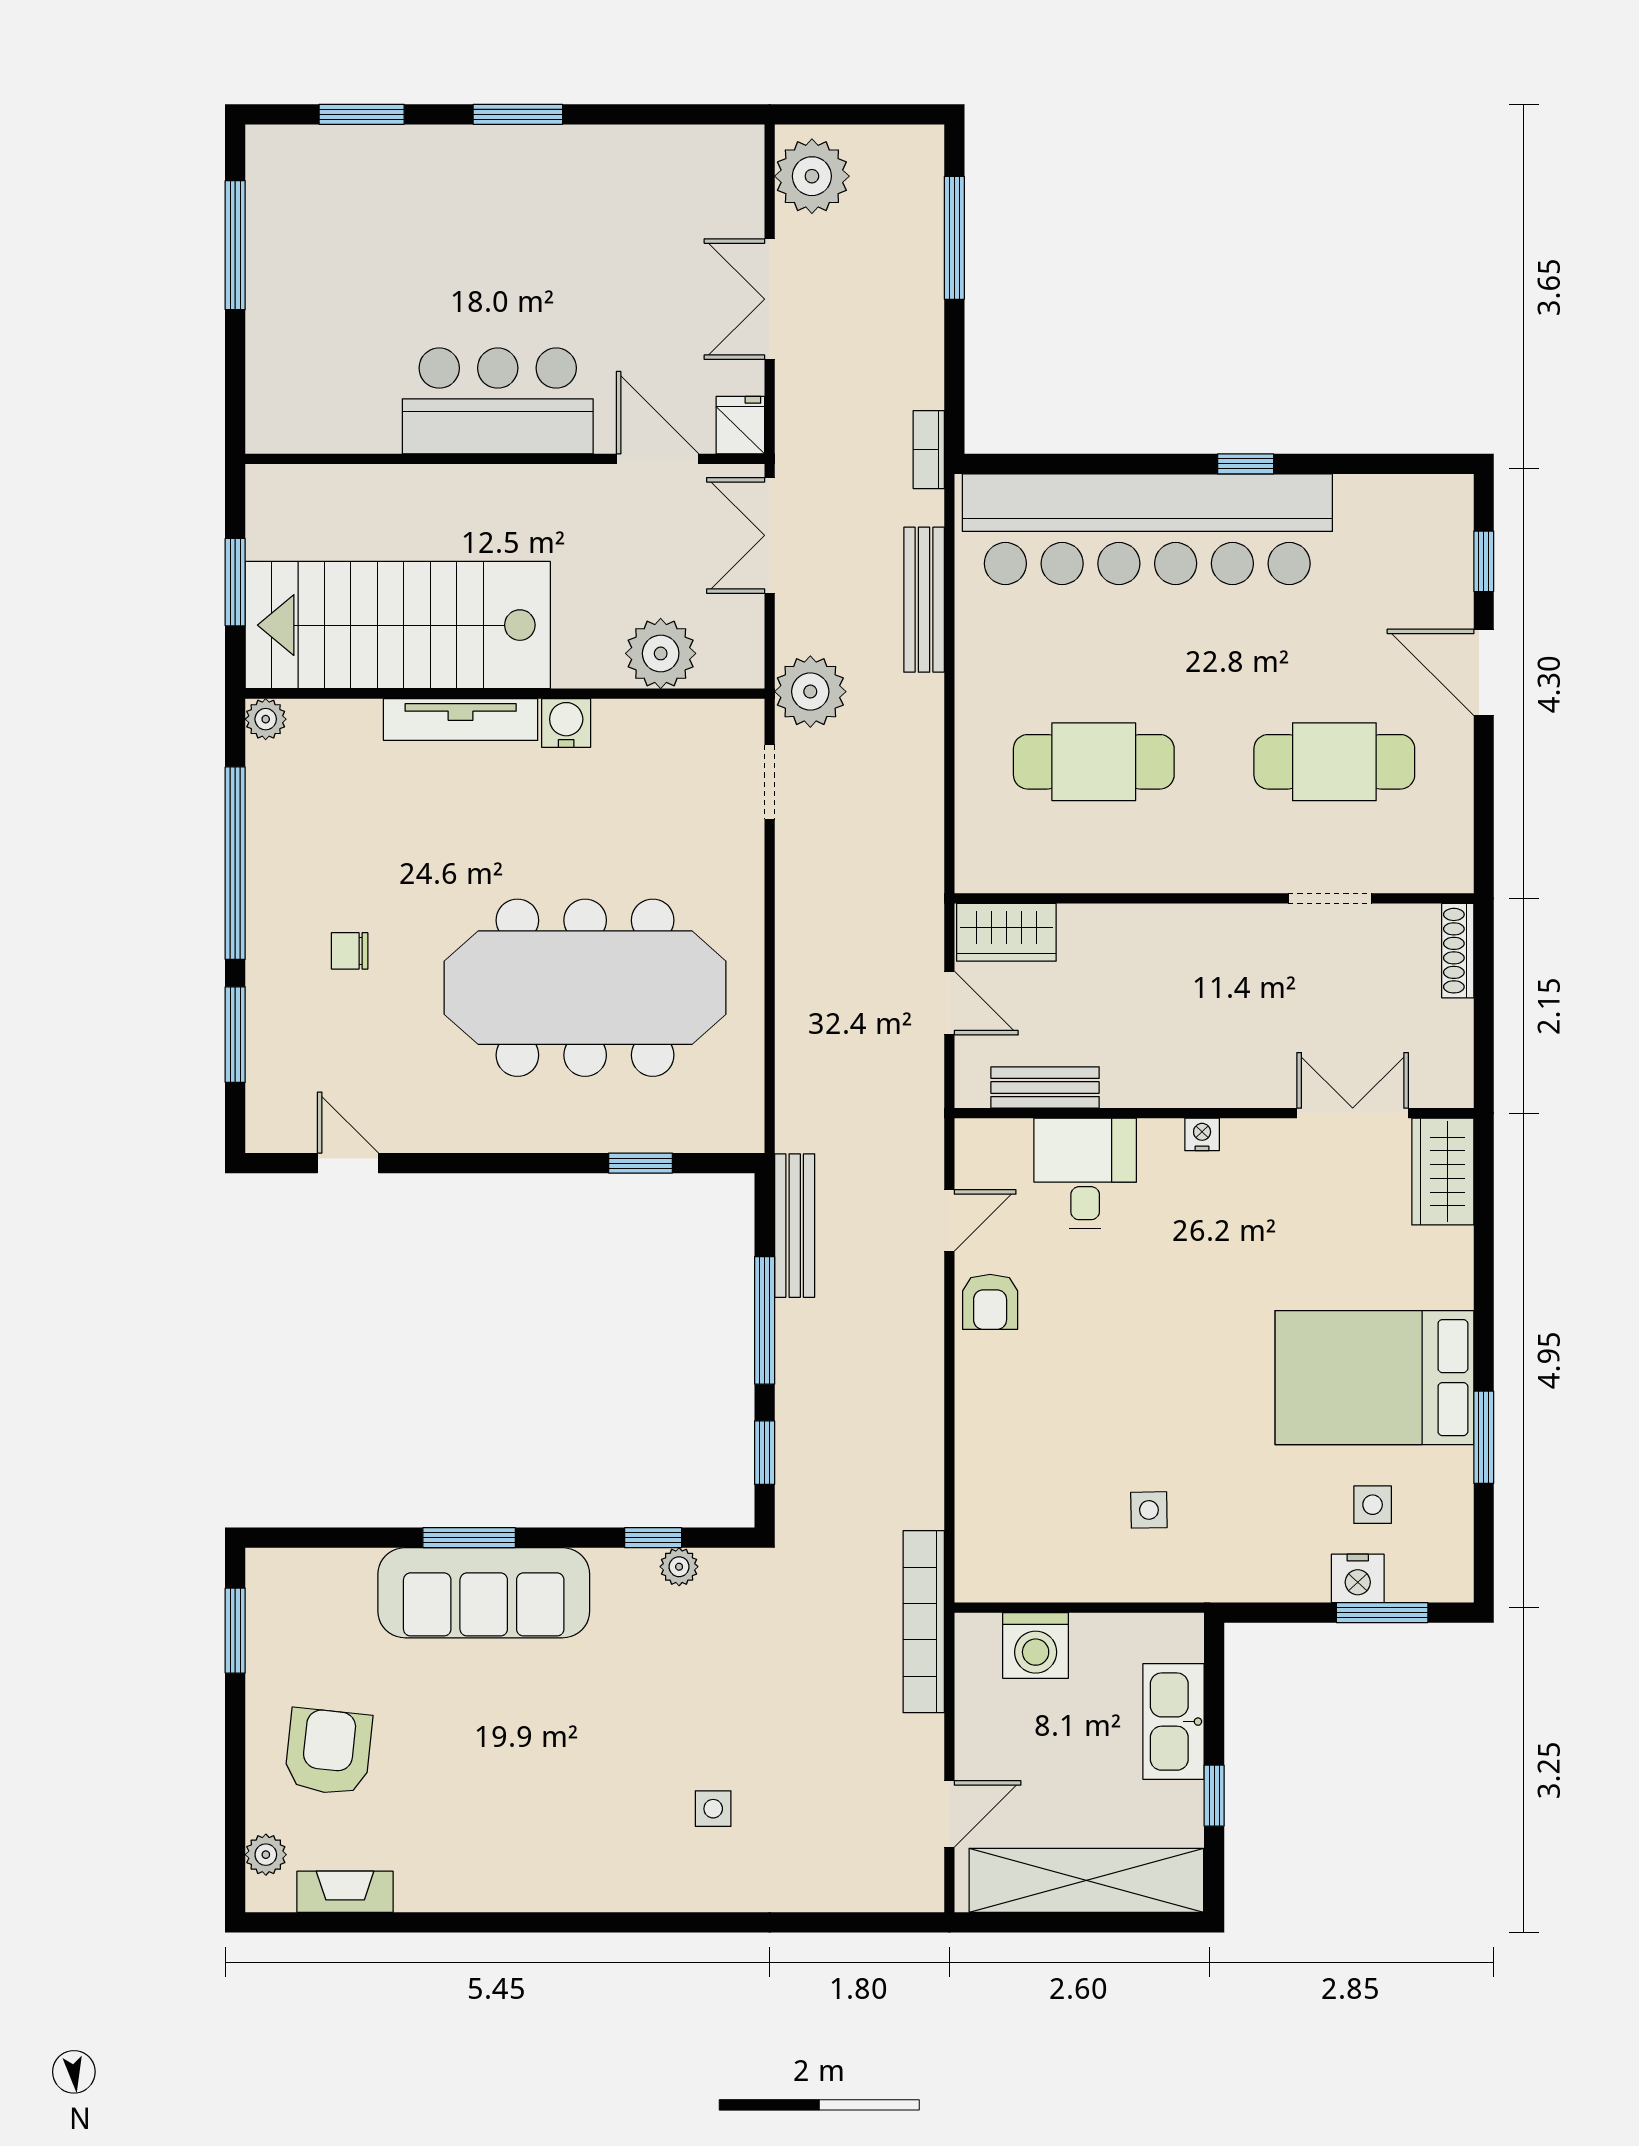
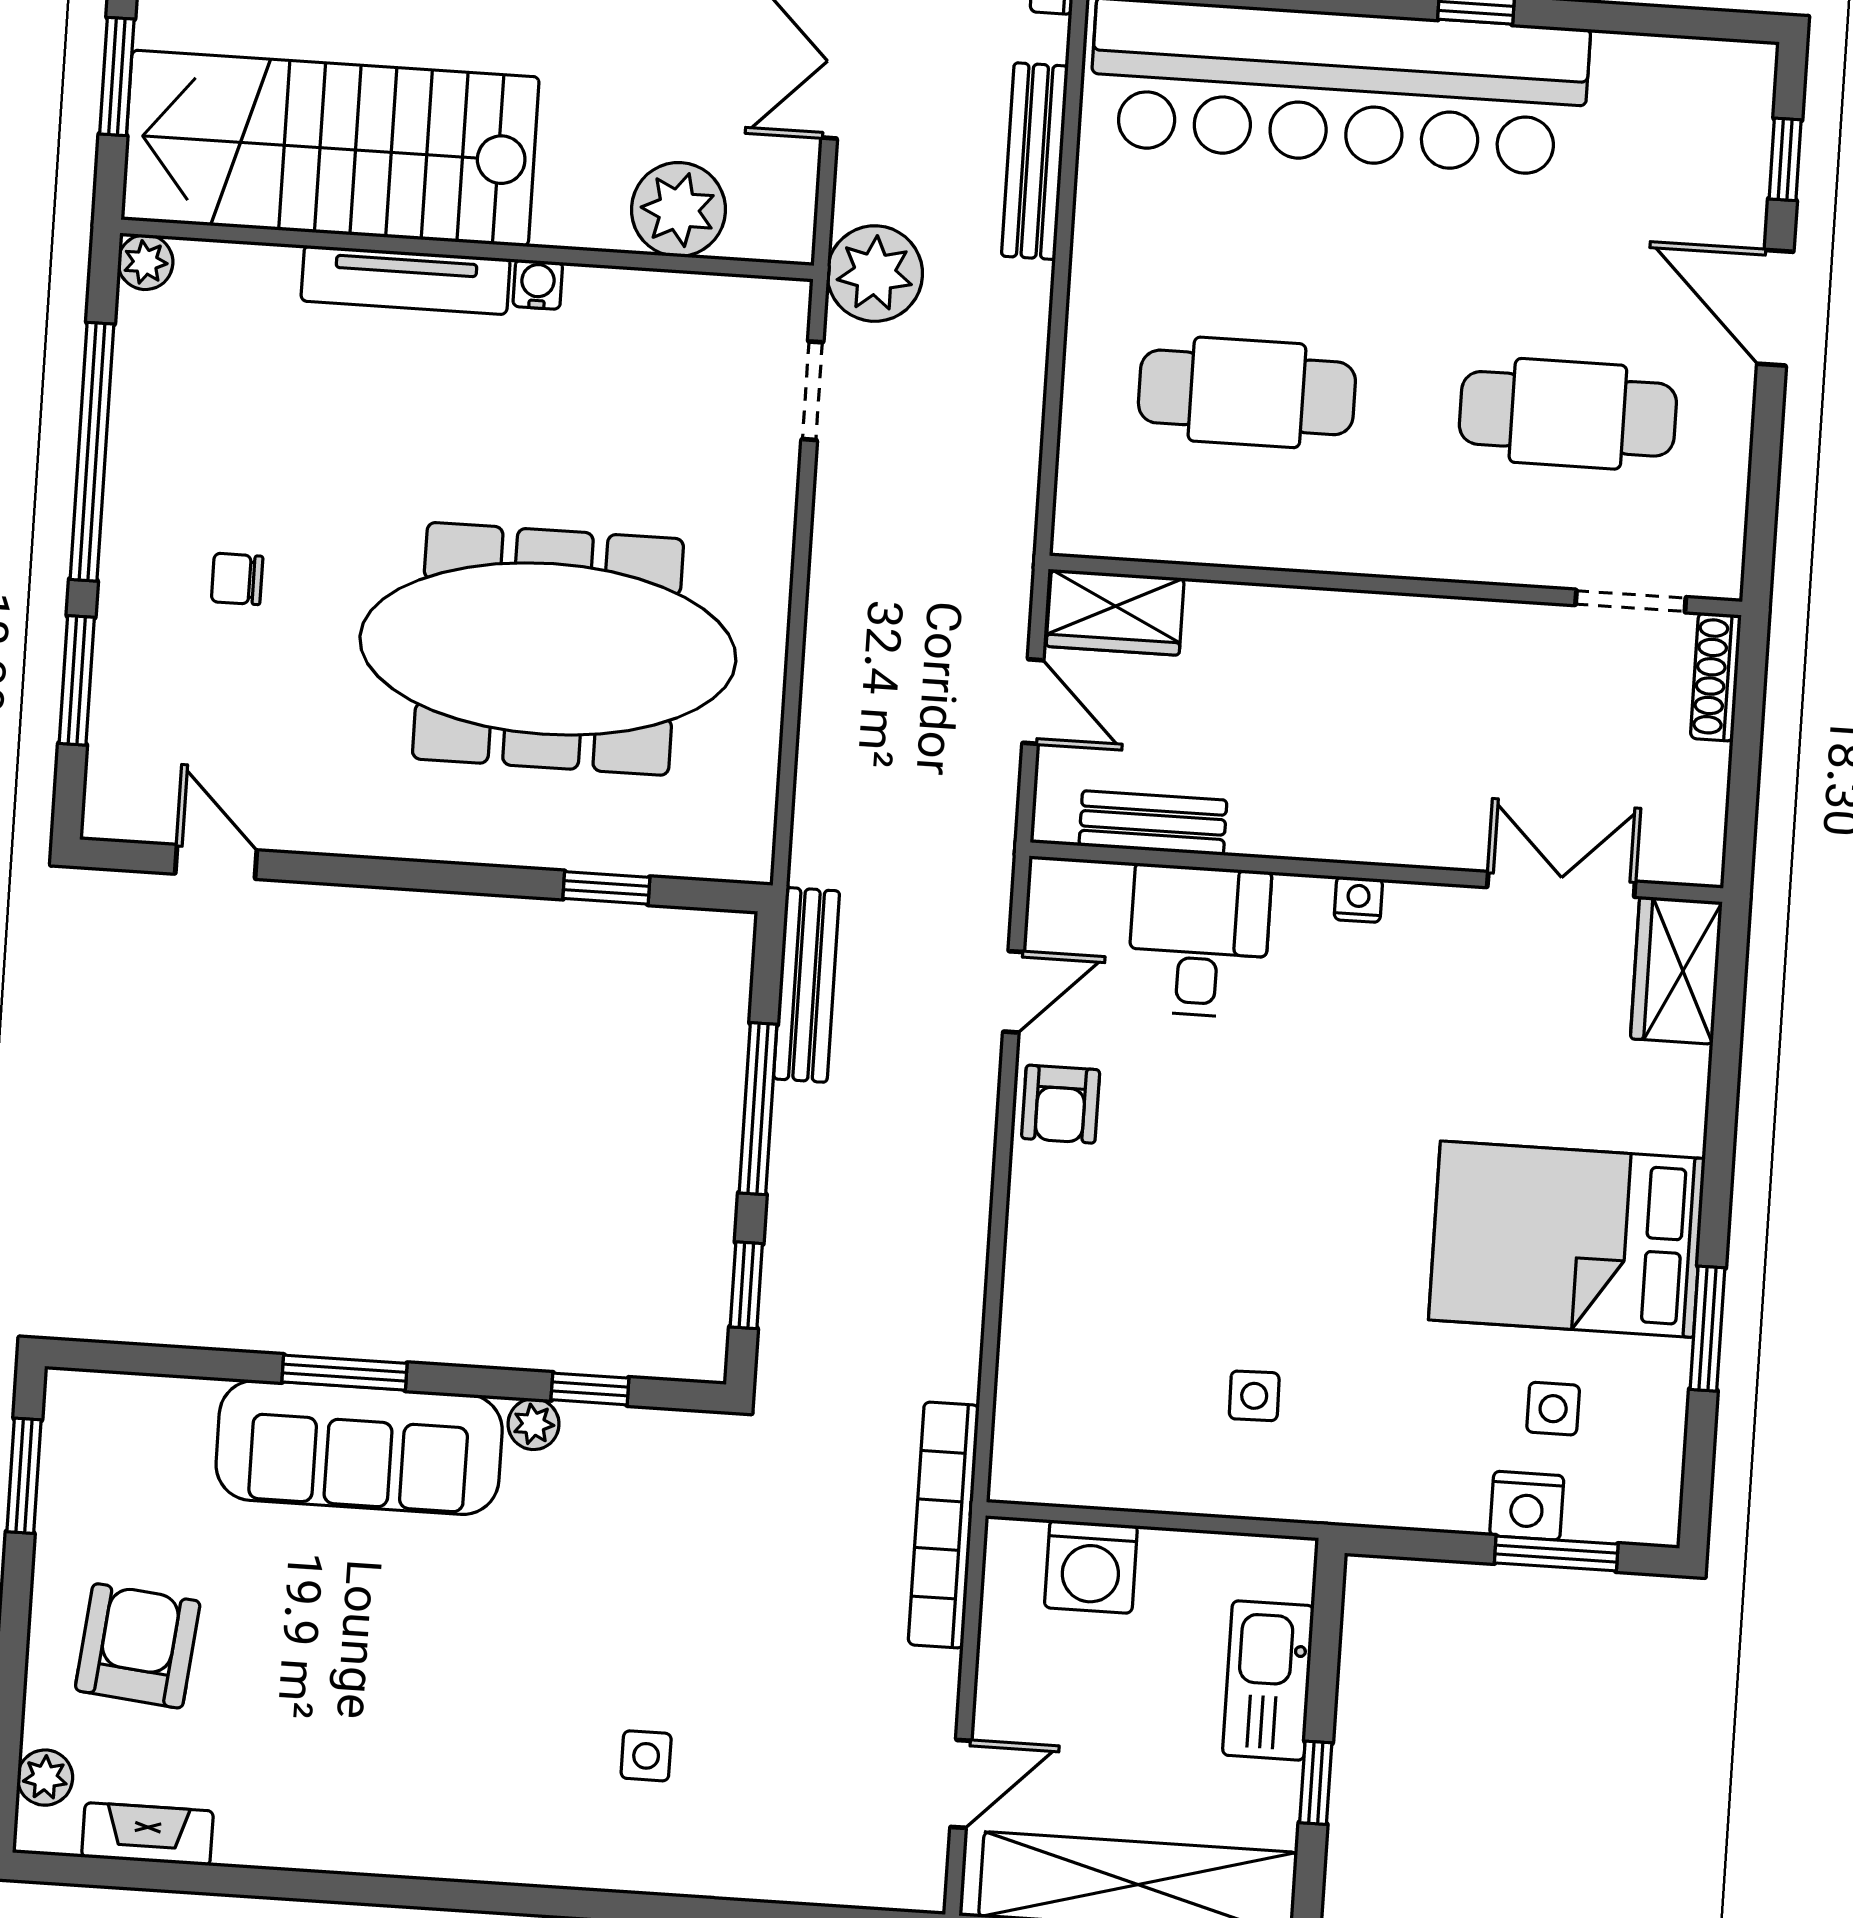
water cooler: (566, 723) -> (538, 284), width x0.72, depth x0.72
doorway: (1330, 898) -> (1631, 601), moved
plant: (679, 1567) -> (534, 1424), moved

